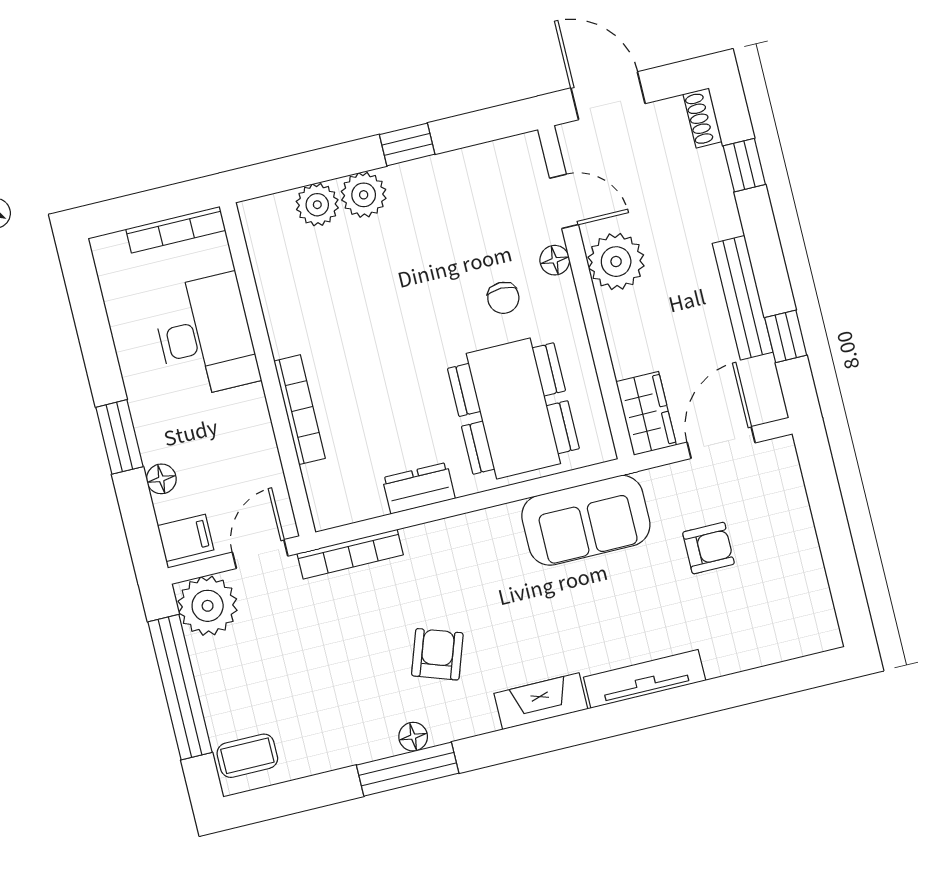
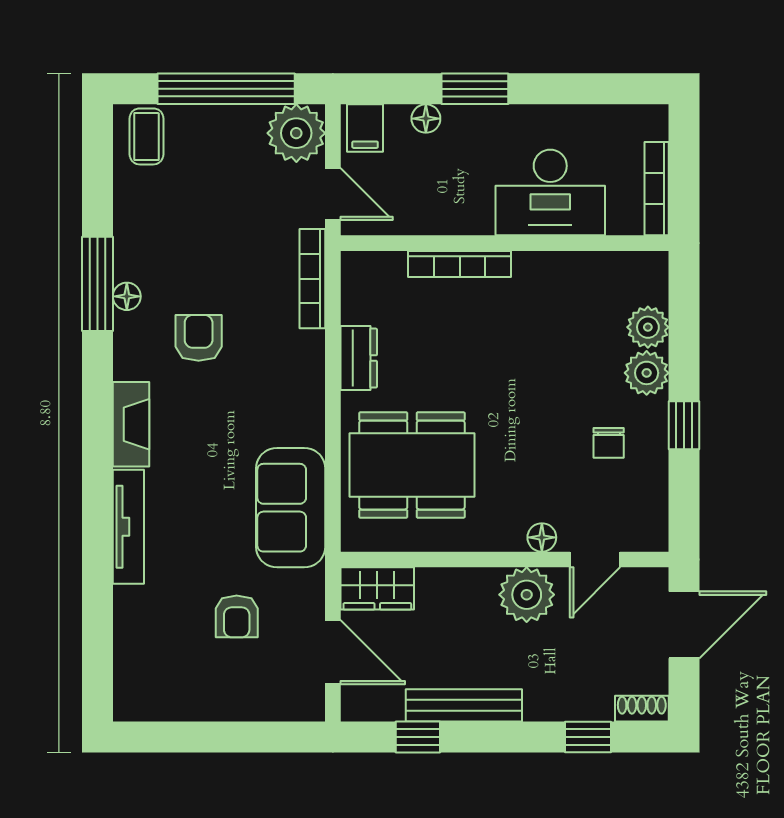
chair: (503, 298) -> (609, 443), moved, turned -90
armchair: (437, 654) -> (199, 338), turned -109

